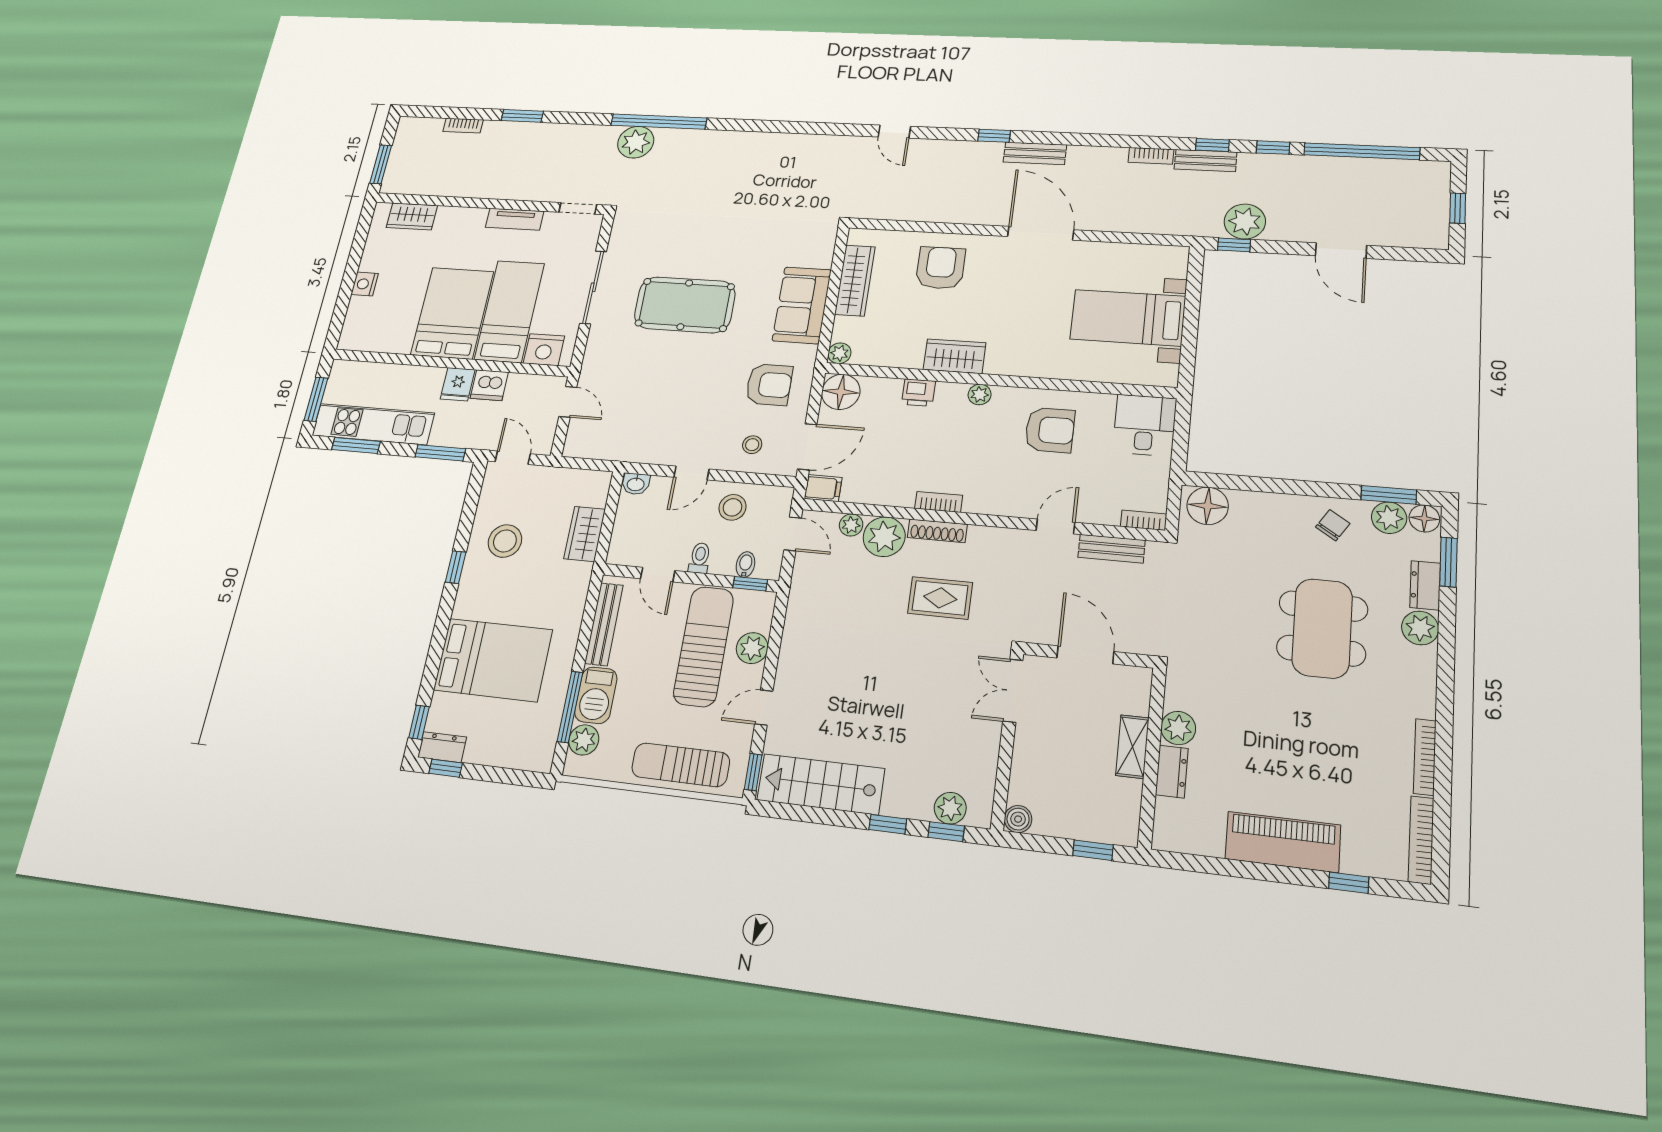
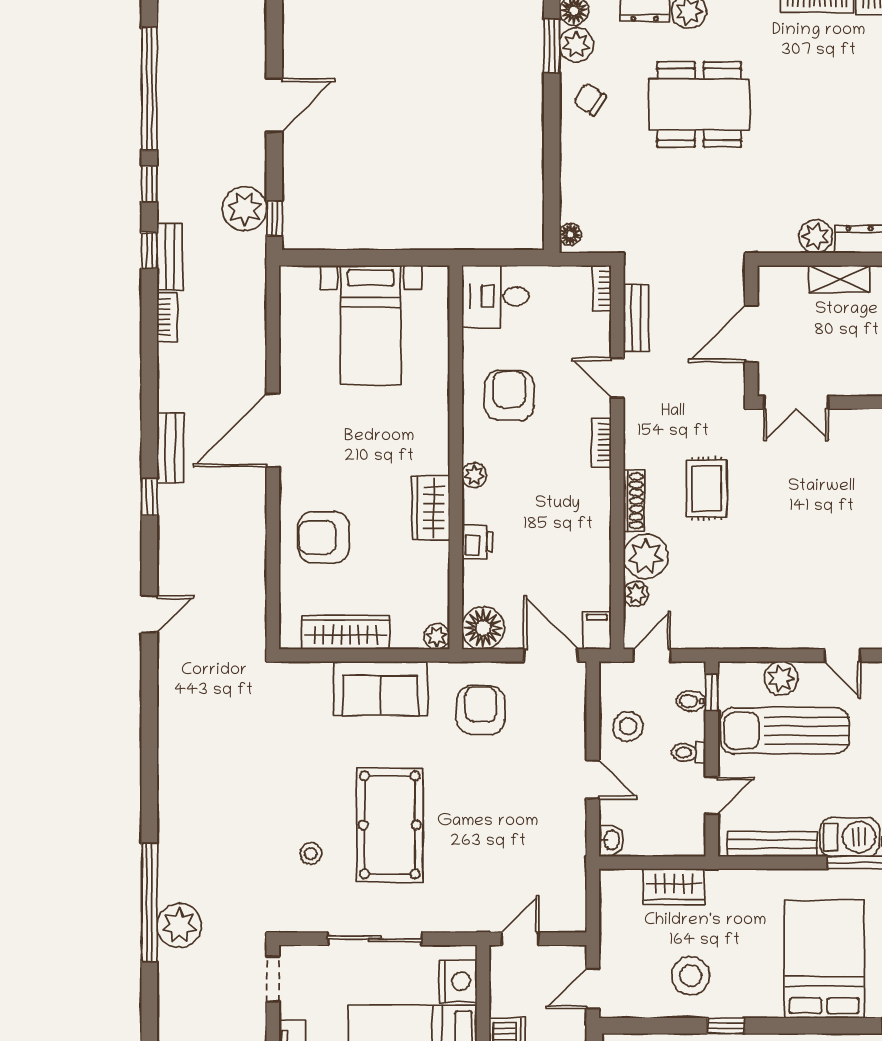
stool: (752, 445) -> (311, 854), moved
bookcase: (939, 502) -> (601, 442), moved
floor lamp: (1208, 506) -> (570, 234), width x0.53, depth x0.53

